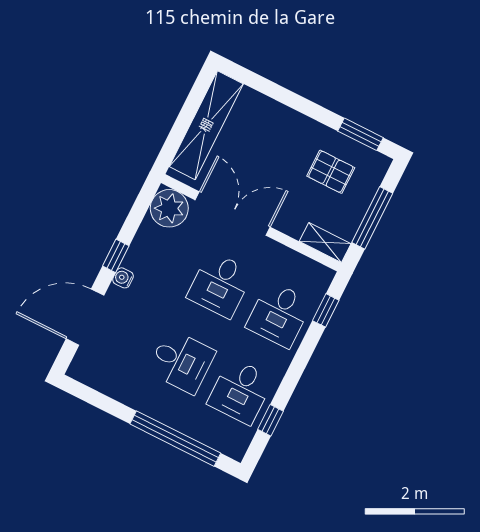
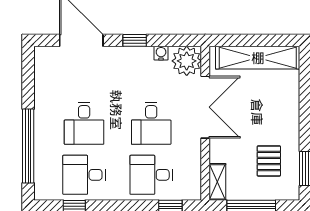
water cooler: (123, 278) -> (161, 53), moved
desk: (220, 285) -> (151, 123), turned -90

